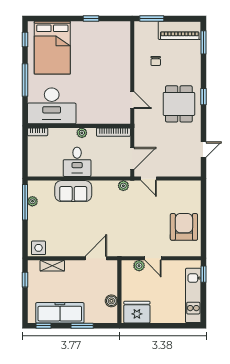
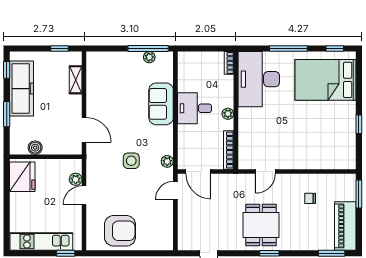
dining table: (179, 104) -> (261, 225), turned 90
side table: (39, 248) -> (131, 161), moved

